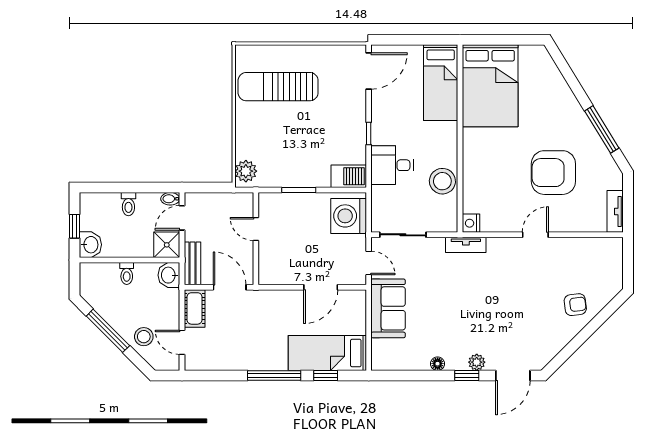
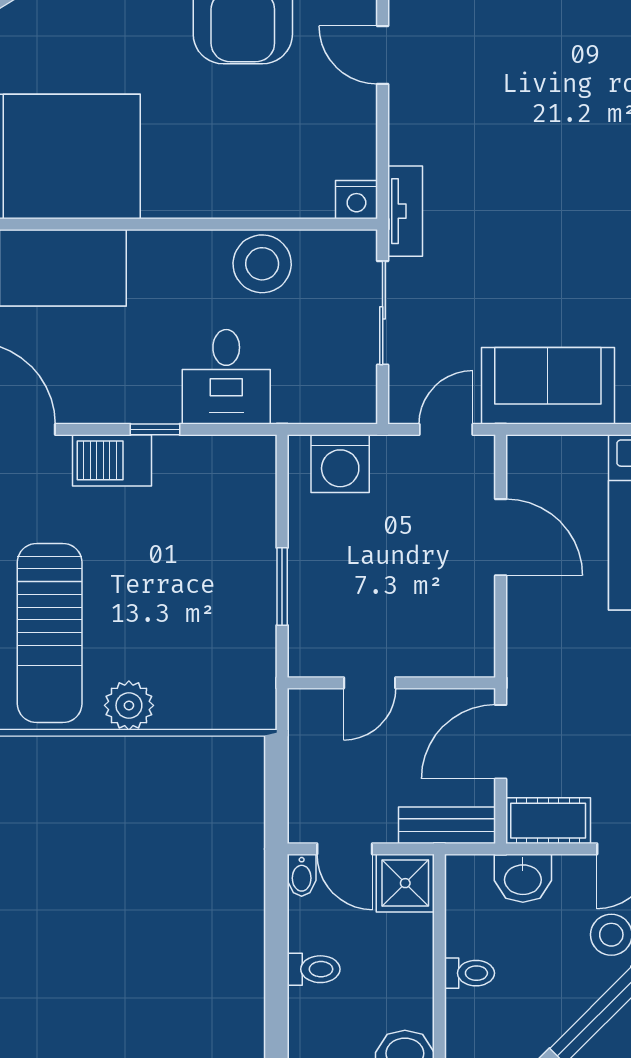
plant: (246, 171) -> (129, 705), moved
barbecue: (349, 176) -> (112, 460), moved, turned -90
washing machine: (349, 216) -> (340, 464), width x0.73, depth x0.73
sliding door: (403, 235) -> (383, 313), moved
washbasin: (169, 275) -> (523, 878), moved

